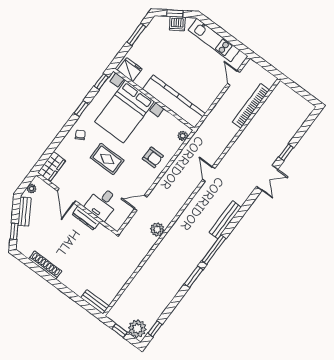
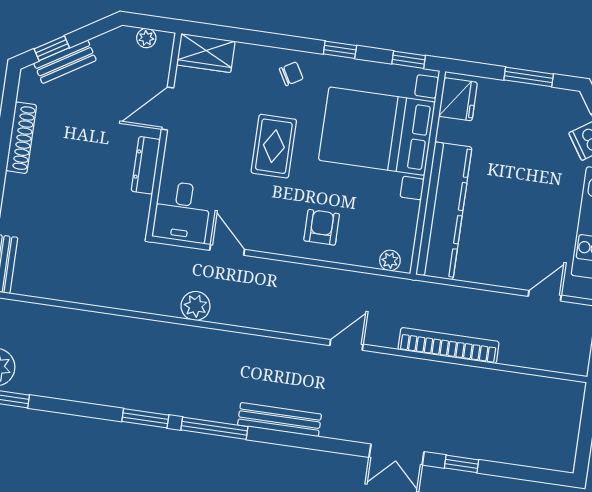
bookcase: (251, 106) -> (449, 346), moved
armchair: (153, 157) -> (322, 227), turned 180
desk: (102, 203) -> (182, 212), moved, turned -90
bench: (24, 212) -> (65, 62), moved

